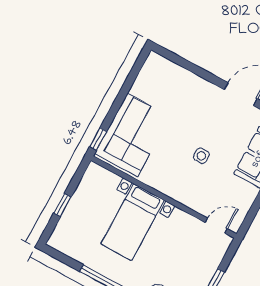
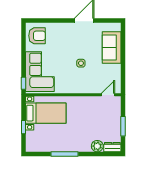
armchair: (158, 79) -> (37, 36), added
bed with nightstands: (133, 222) -> (46, 113), moved, turned -90

